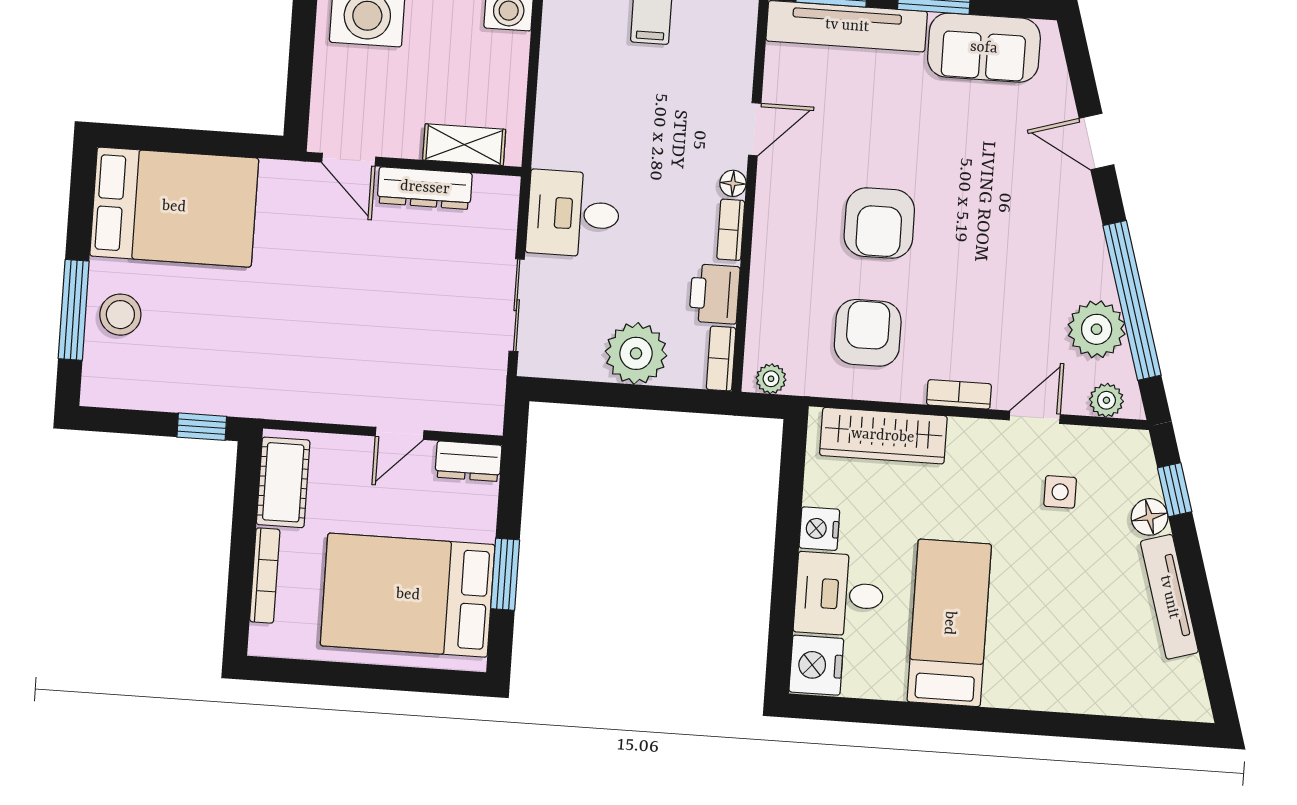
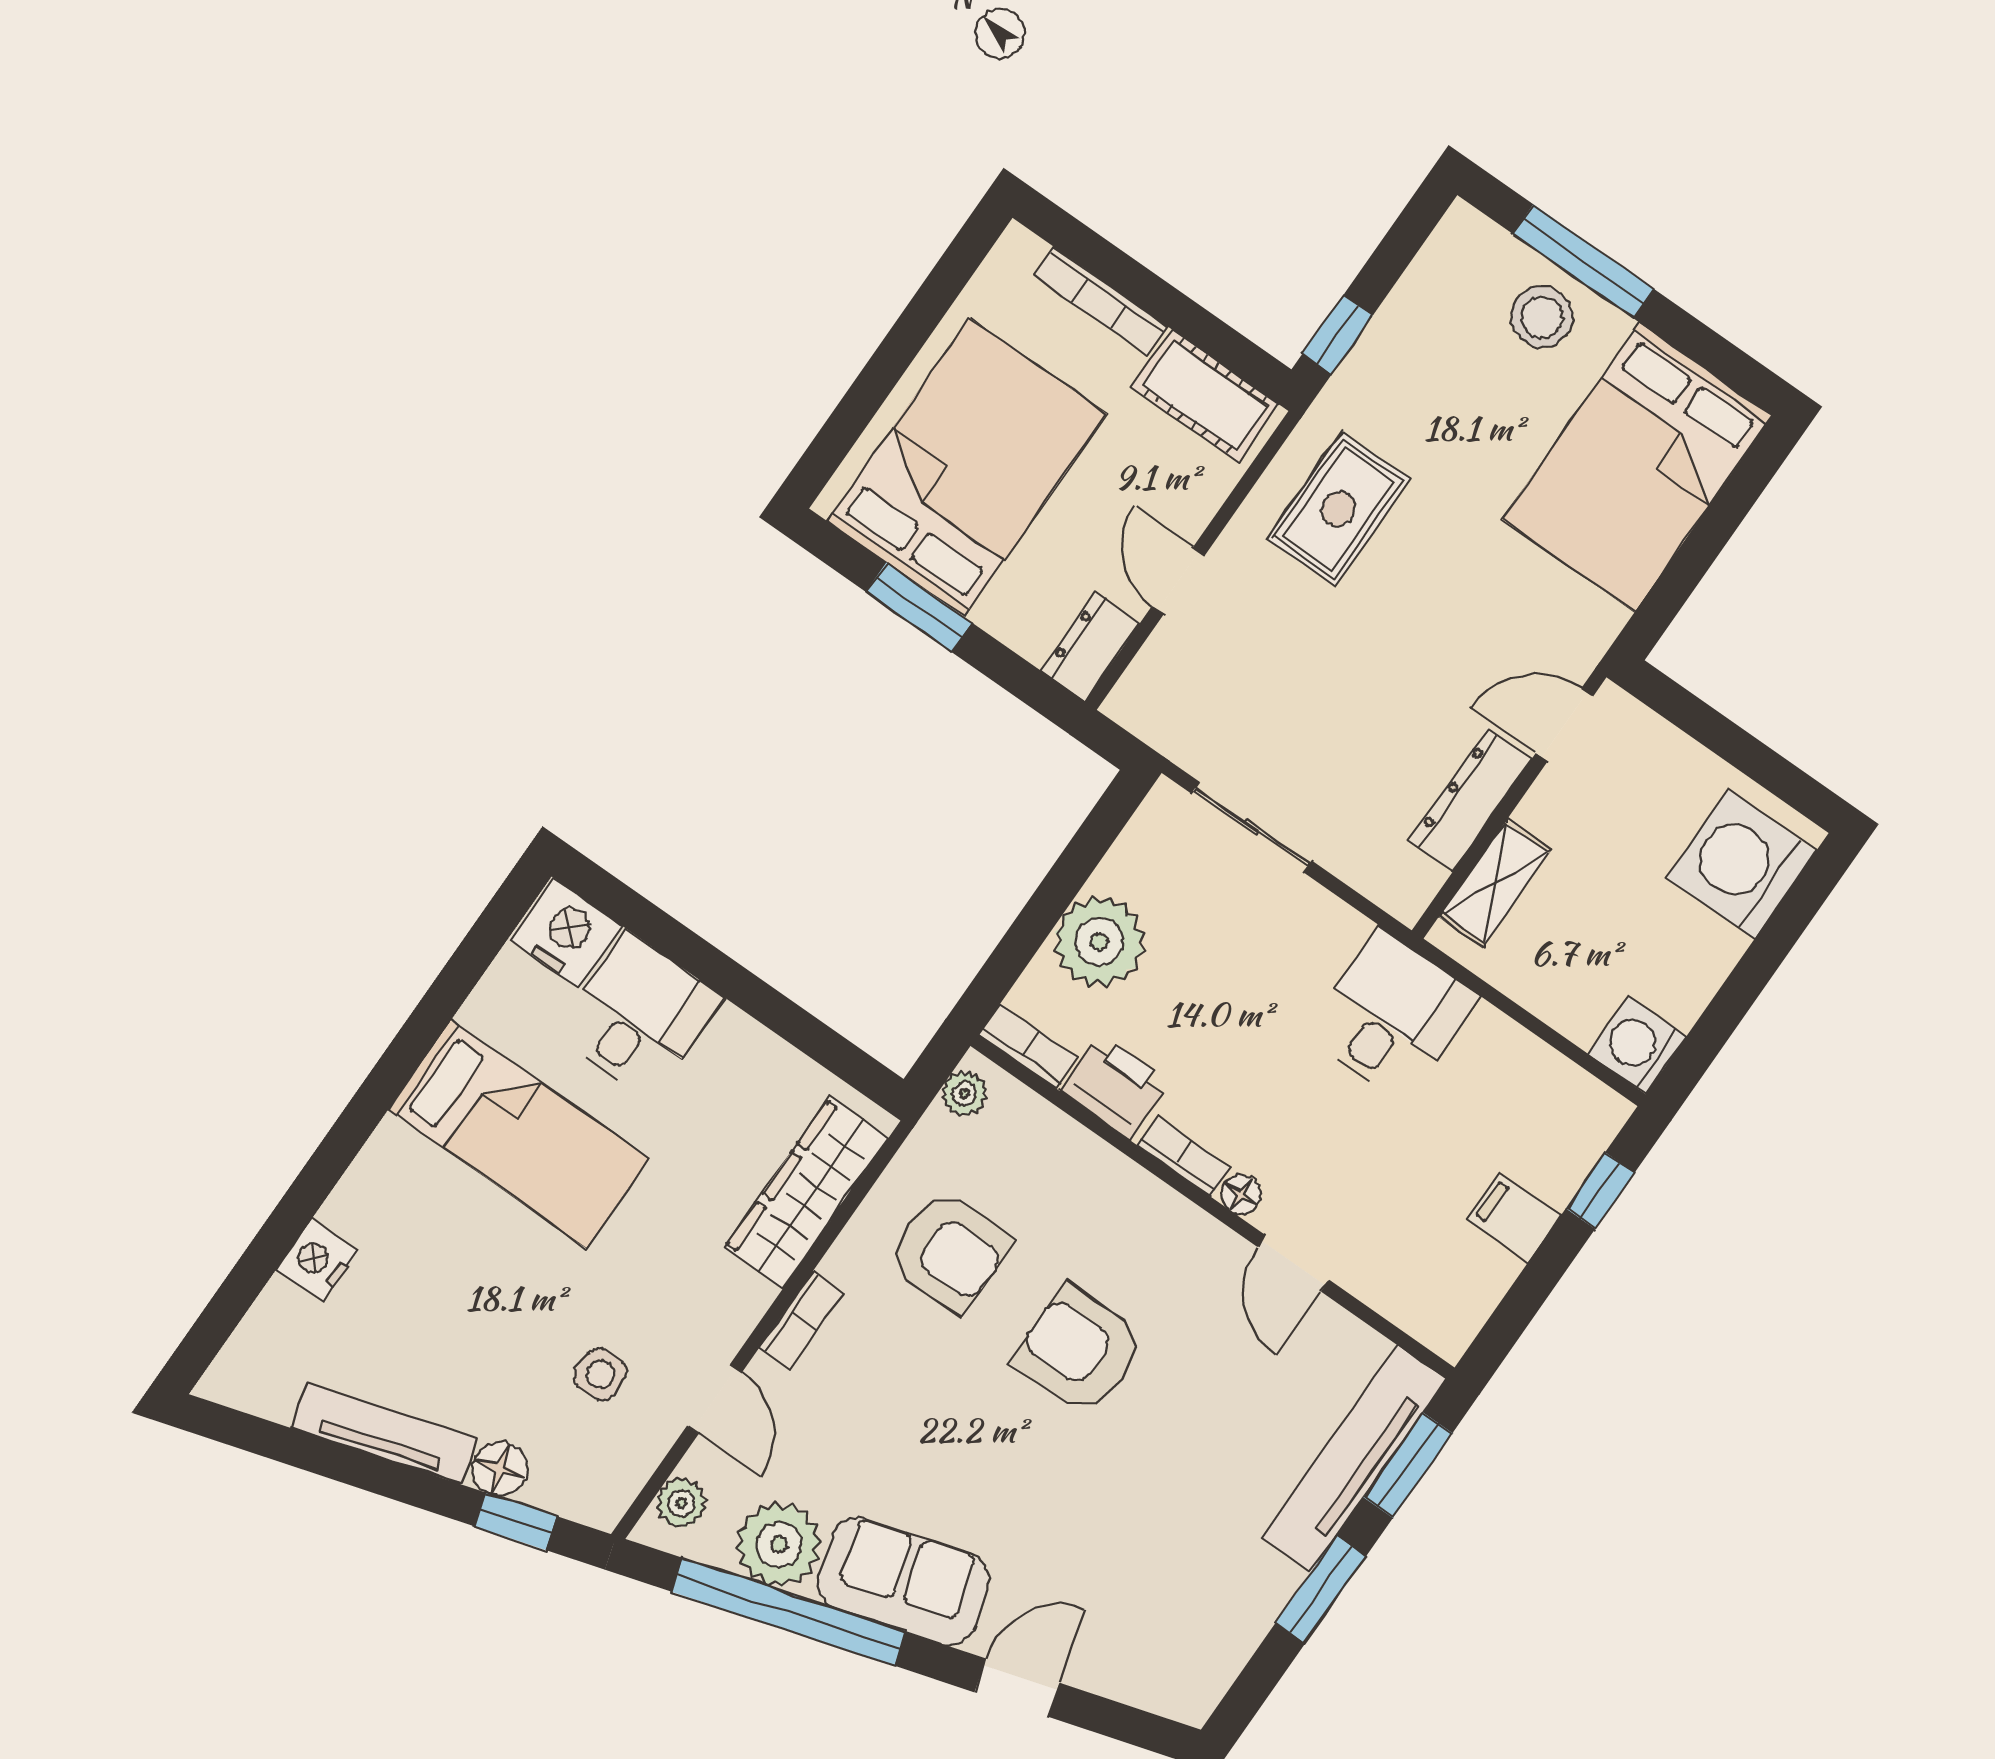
sofa: (984, 48) -> (904, 1581), moved, turned 73
desk: (573, 214) -> (1392, 1016), moved
rug: (302, 366) -> (1338, 509), added
nightstand: (819, 529) -> (317, 1260), moved, turned -90

